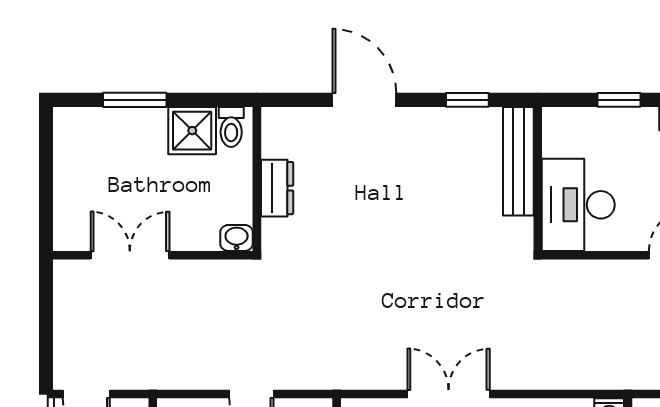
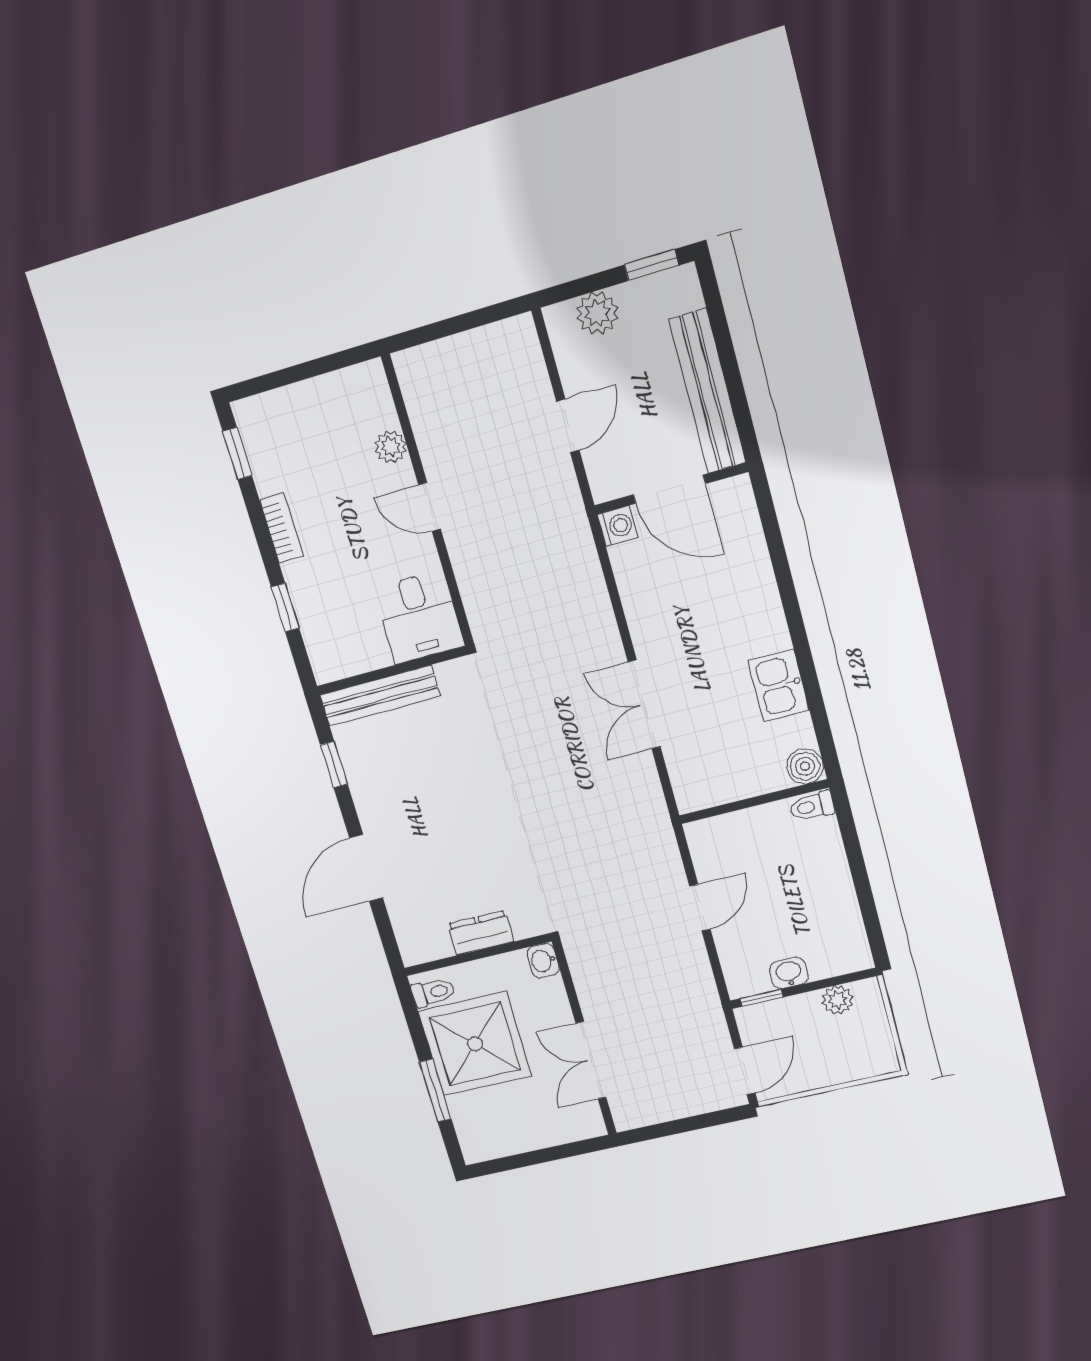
shower: (192, 131) -> (475, 1044), width x1.86, depth x1.86
desk: (578, 205) -> (419, 617), width x0.73

